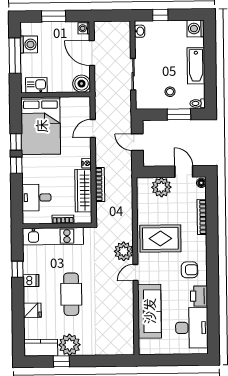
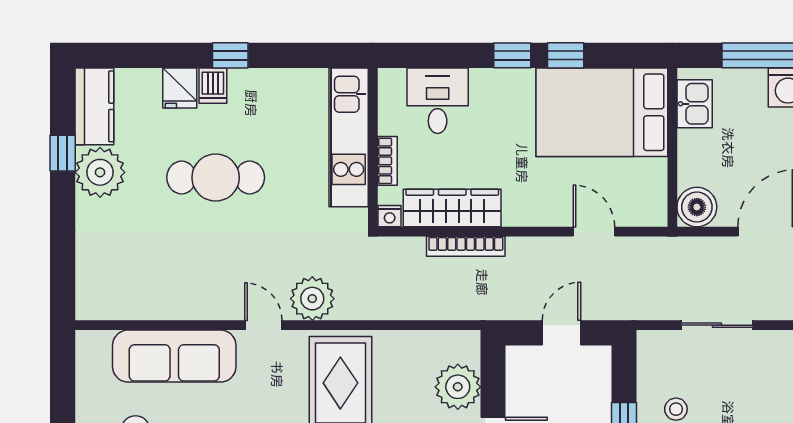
nightstand: (87, 163) -> (390, 216), moved
window: (17, 269) -> (230, 55), moved
dishwasher: (31, 281) -> (213, 86), moved

